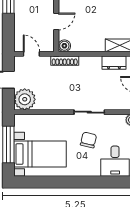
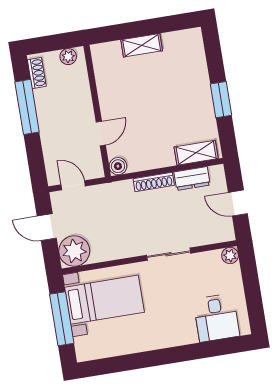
shoe rack: (65, 61) -> (154, 182), moved
chair: (88, 140) -> (174, 294), removed
bed with nightstands: (40, 154) -> (104, 300), moved

